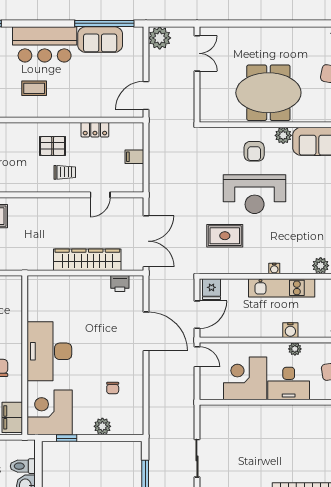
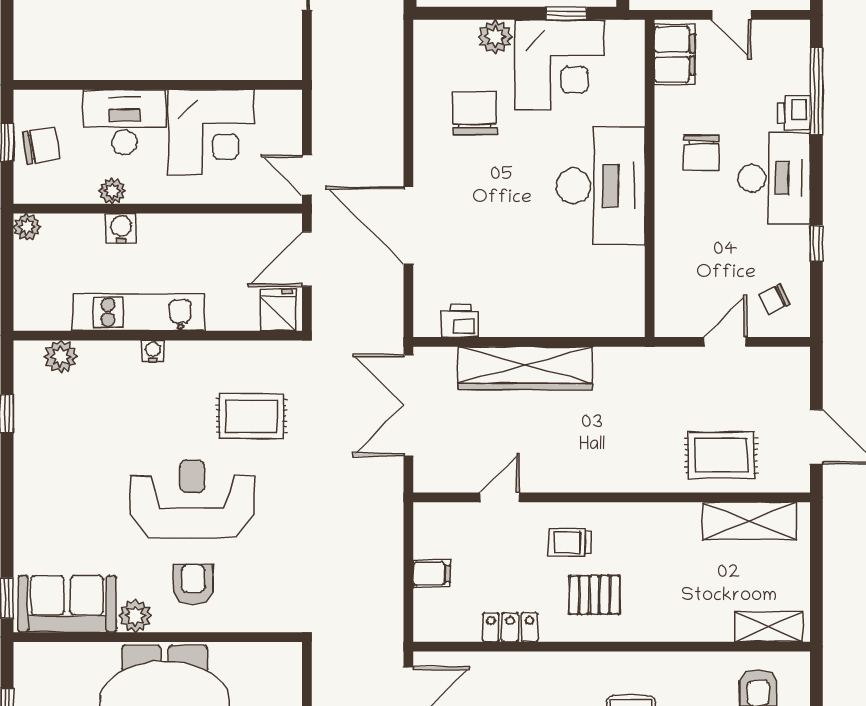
chair: (113, 388) -> (475, 113), width x1.87, depth x1.87
corner desk: (50, 412) -> (559, 64), moved

